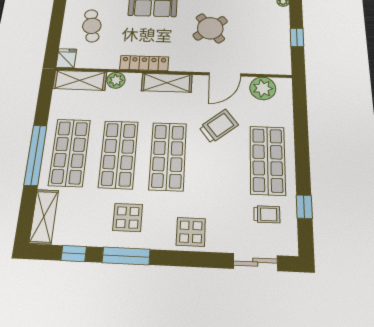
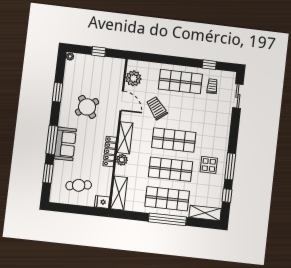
plant: (116, 80) -> (122, 160), moved
display table: (191, 232) -> (219, 130), removed

